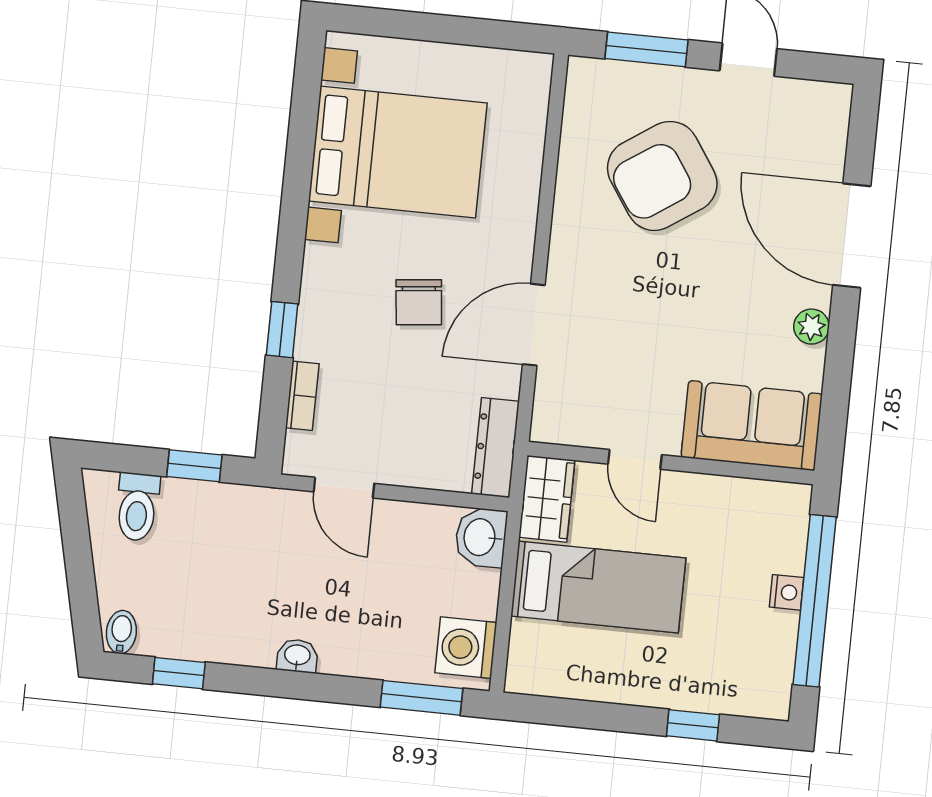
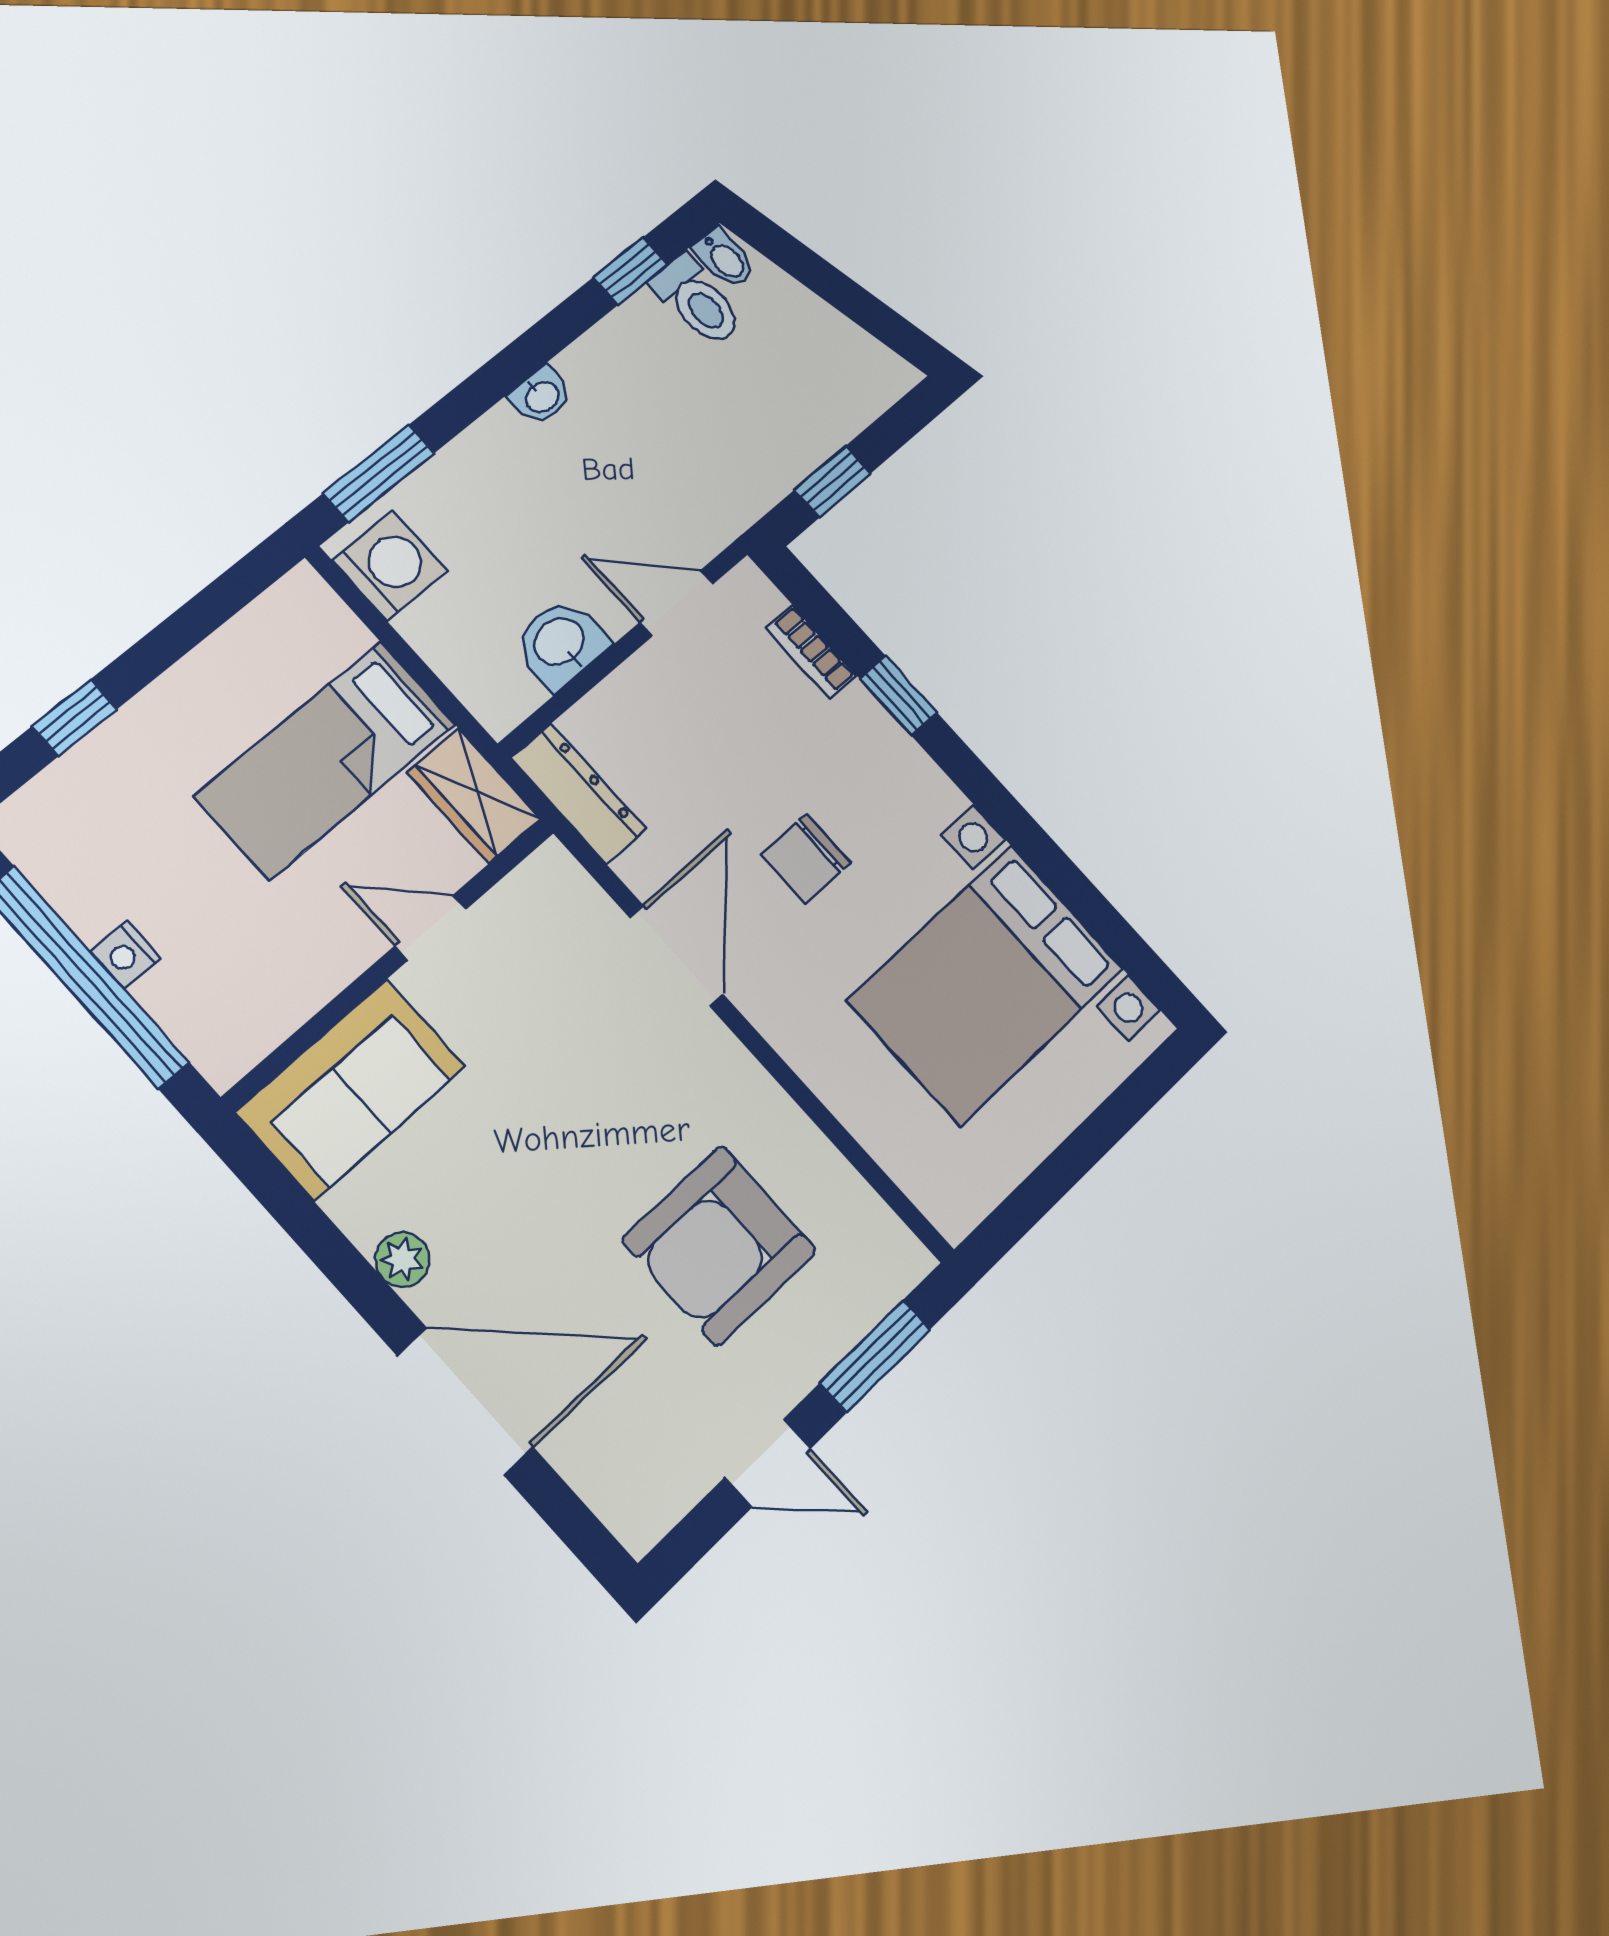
armchair: (662, 176) -> (719, 1245), turned -146
chair: (419, 302) -> (806, 859), turned -84
toilet: (137, 507) -> (697, 301), moved, turned 180
washbasin: (481, 537) -> (560, 643), moved, turned -90

